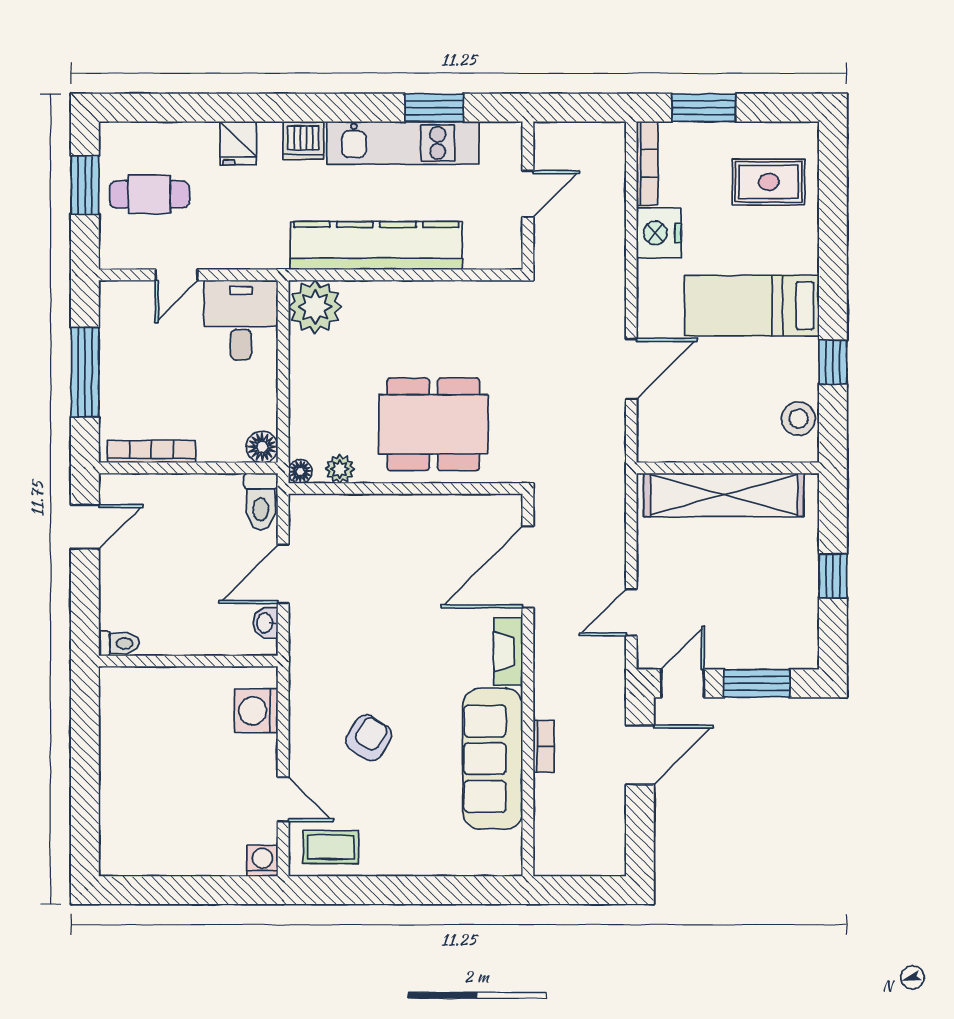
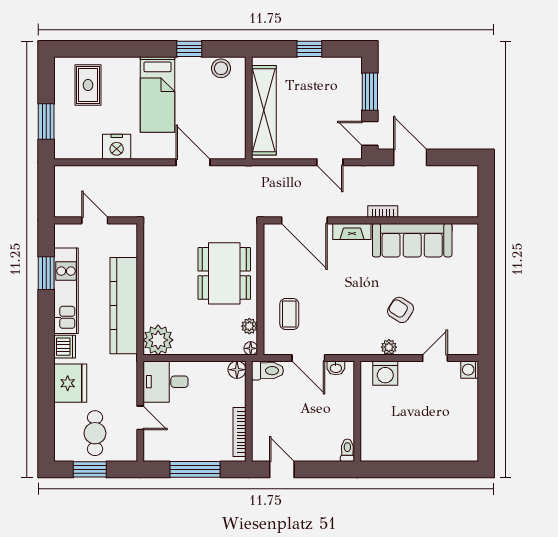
fridge: (238, 143) -> (70, 383), width x1.88, depth x1.34
bookcase: (647, 163) -> (78, 153), removed
plant: (302, 717) -> (389, 347), added
bookcase: (544, 746) -> (383, 212), moved
coffee table: (331, 847) -> (289, 314), moved

